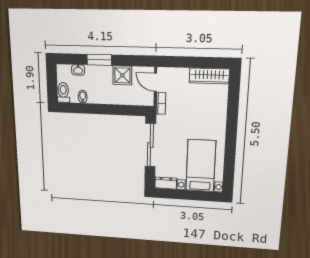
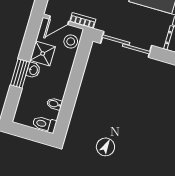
washbasin: (78, 70) -> (33, 70), moved
stool: (140, 97) -> (71, 41), added

